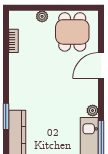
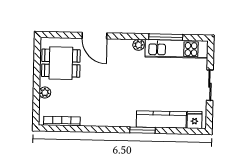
bookcase: (13, 41) -> (62, 121), width x1.56

